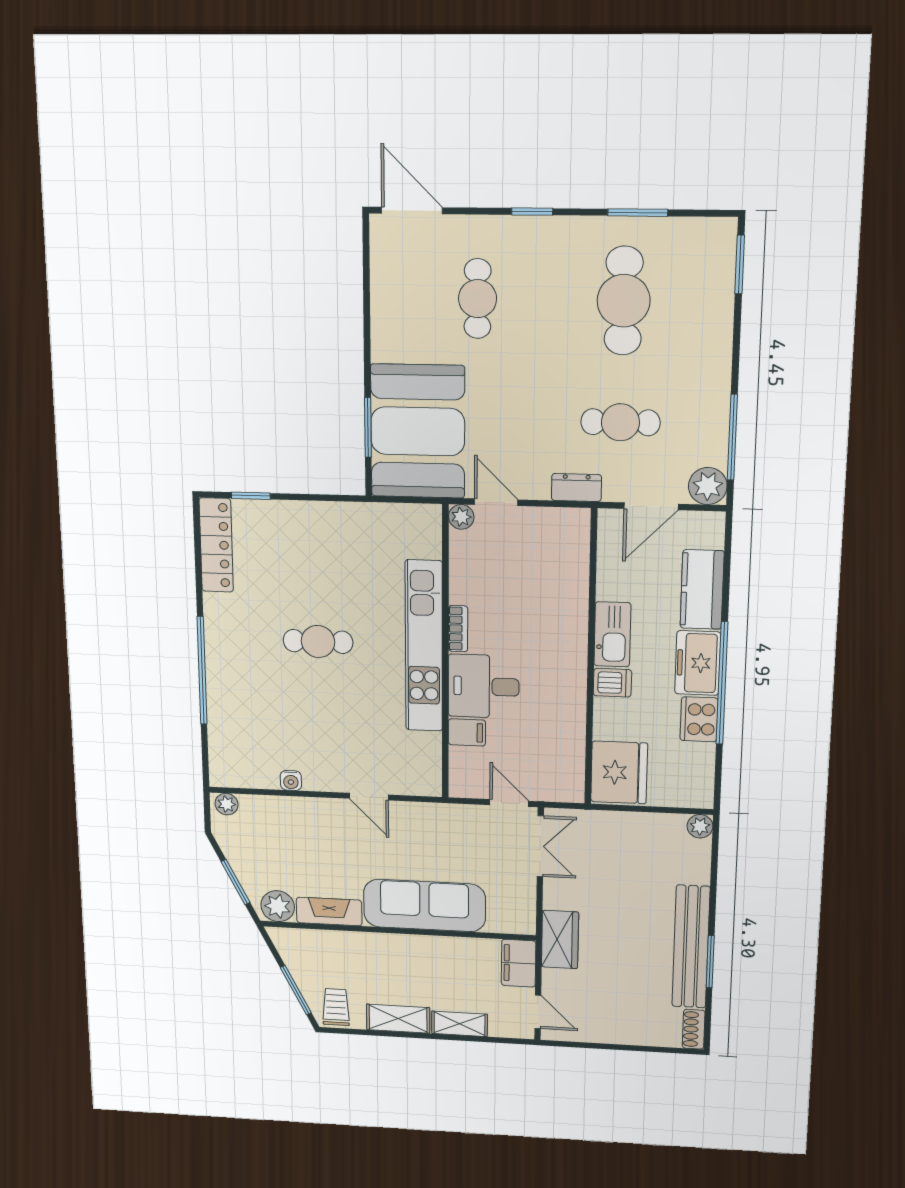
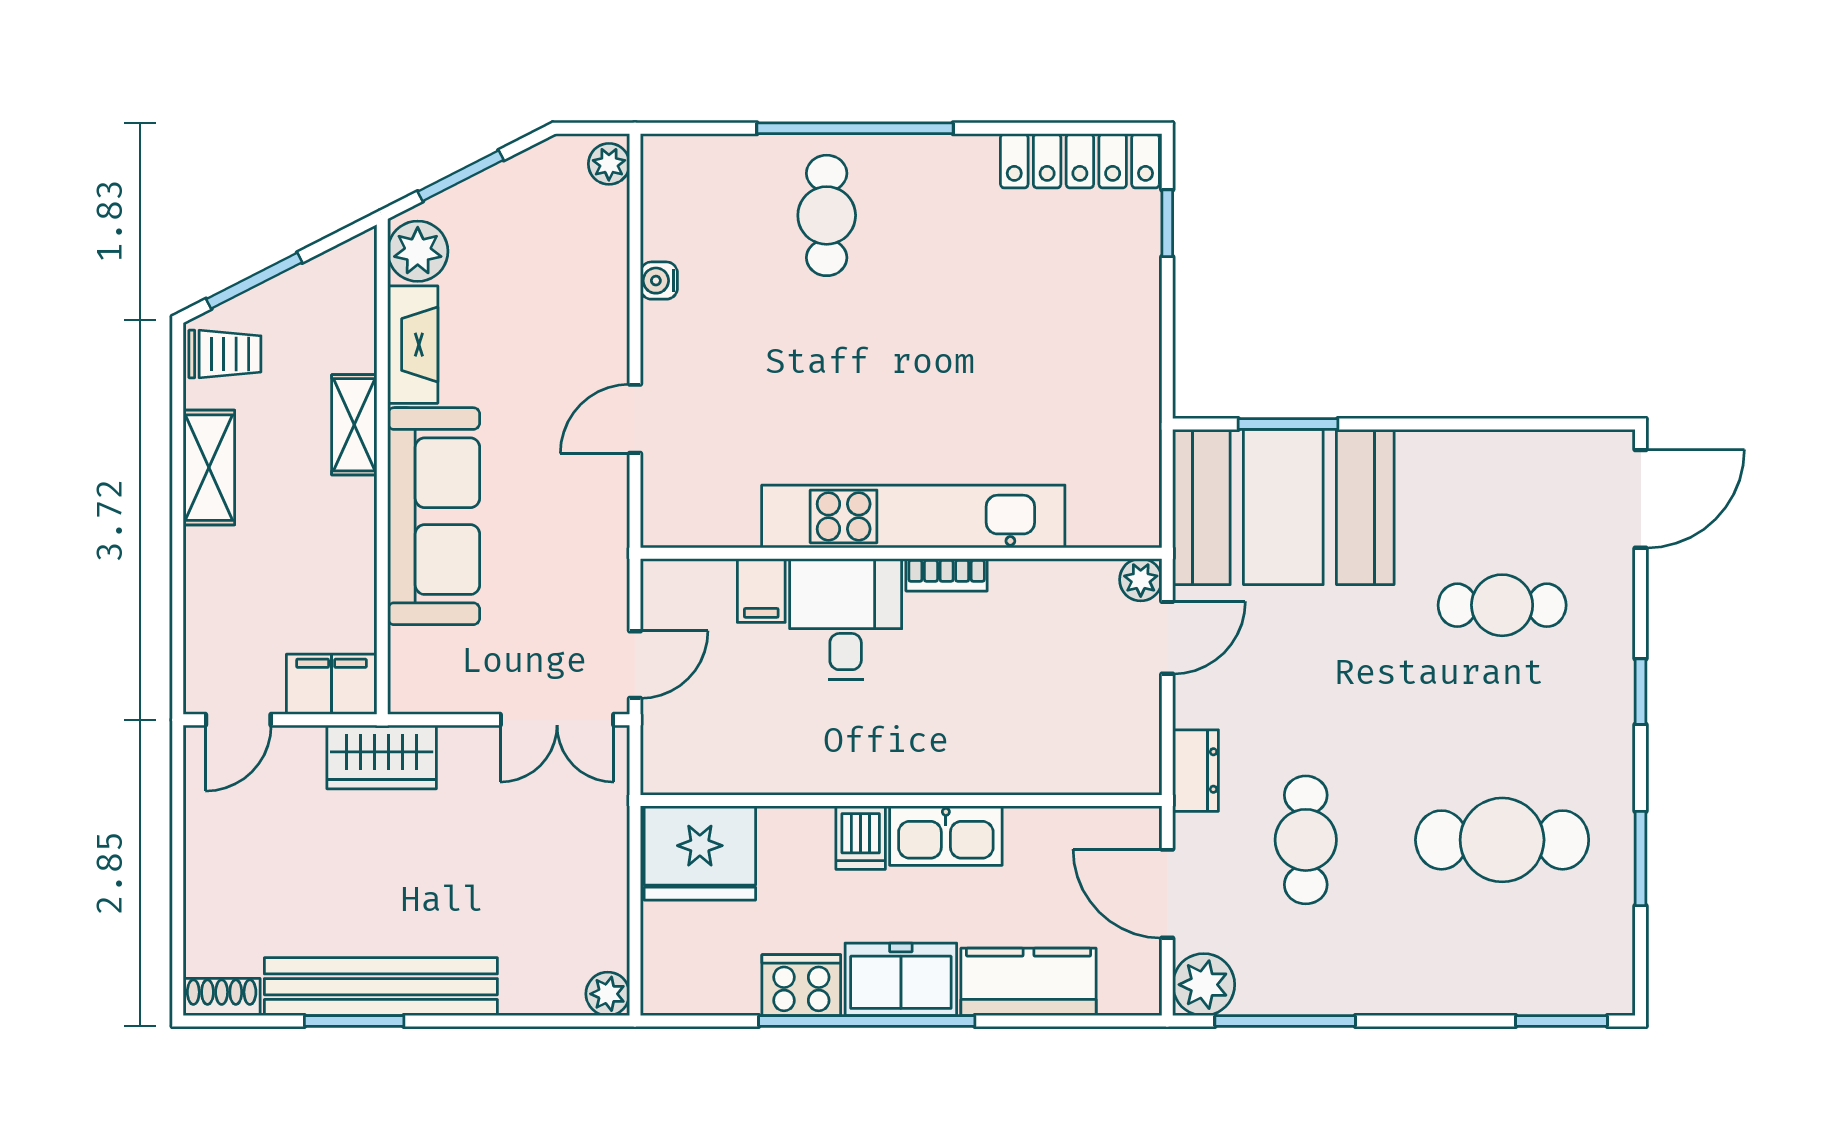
cafe table: (318, 641) -> (827, 215), moved
shelving: (460, 1024) -> (354, 425), moved

